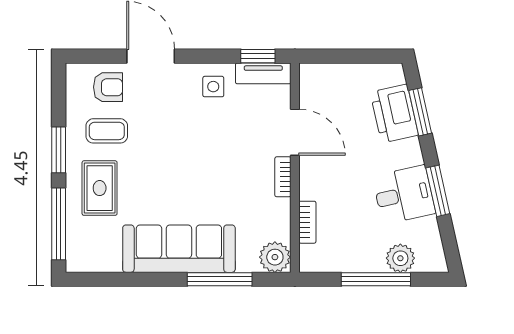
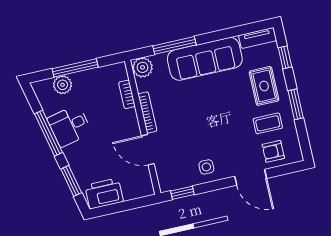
tv unit: (263, 73) -> (258, 38), moved, turned 180
printer: (394, 114) -> (104, 193), moved, turned -77
bookcase: (283, 177) -> (147, 112), width x1.56
window: (438, 191) -> (48, 133), width x1.44
window: (59, 224) -> (285, 57), width x0.46

